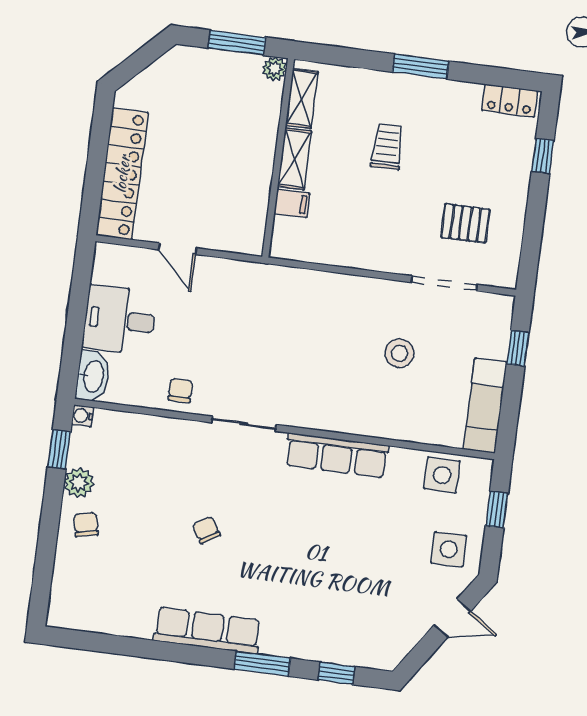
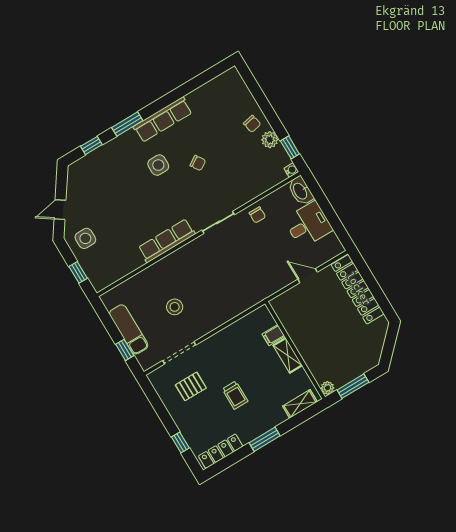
shelving: (302, 99) -> (300, 404), moved, turned 90
locker: (510, 101) -> (221, 451), width x1.53
trolley: (387, 146) -> (235, 395), moved
exam couch: (485, 406) -> (129, 329), moved
side table: (442, 475) -> (158, 165), moved

